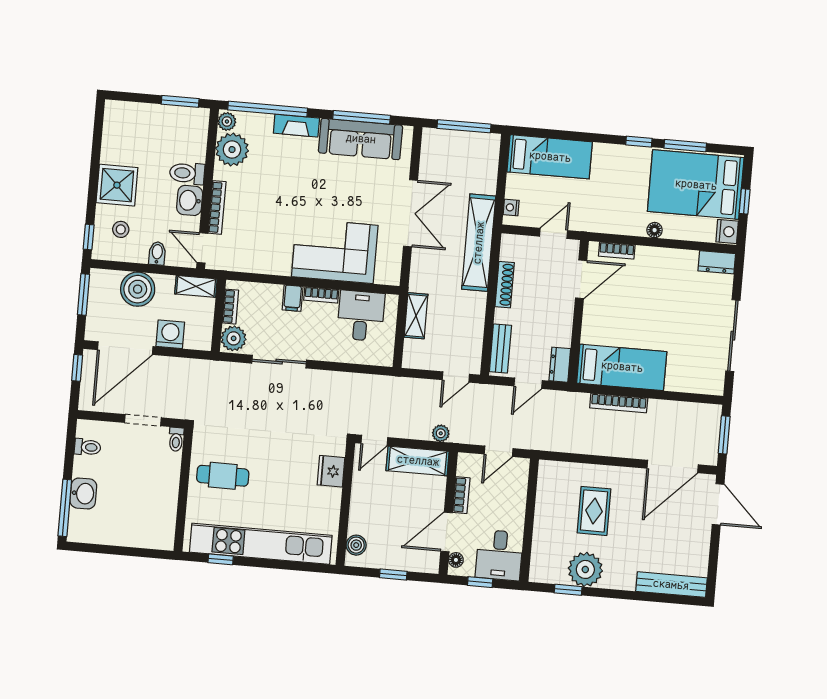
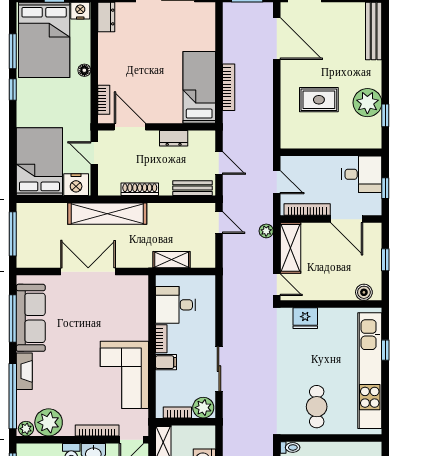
bed: (550, 157) -> (39, 162), width x1.50
nightstand: (511, 207) -> (76, 185), width x1.89, depth x1.79
corner sofa: (335, 251) -> (124, 375), moved
dresser: (560, 365) -> (174, 138), moved
bookcase: (461, 495) -> (307, 210), width x1.56
window: (221, 559) -> (385, 350), moved
floor lamp: (456, 560) -> (369, 209), removed

